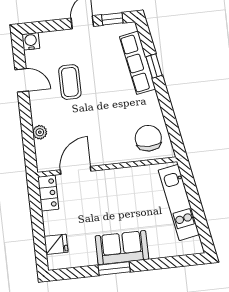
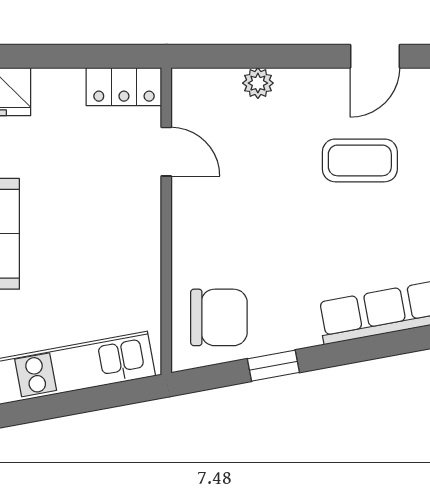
window: (154, 66) -> (273, 366), moved
door: (76, 170) -> (166, 152), width x0.73

